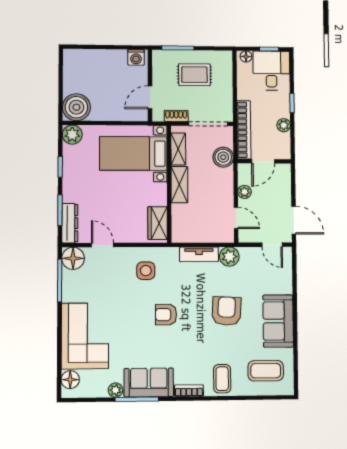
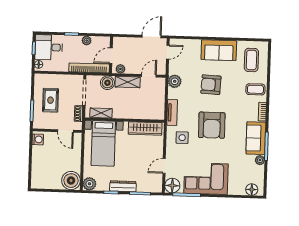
door: (263, 161) -> (111, 56), swing flipped
shelving: (179, 185) -> (128, 82), moved
plant: (244, 192) -> (120, 69), moved
dresser: (70, 223) -> (123, 186), moved
wardrobe: (158, 223) -> (145, 129), width x1.50
tv unit: (199, 254) -> (172, 112), moved
armchair: (166, 315) -> (212, 125), width x1.88, depth x1.88
corner sofa: (85, 336) -> (206, 179), moved

